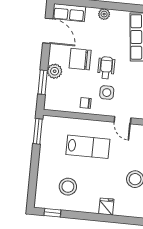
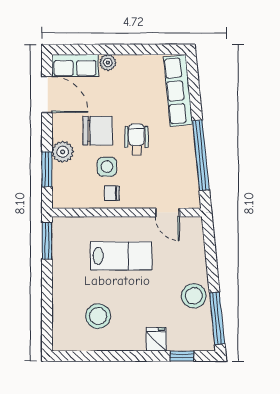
plant: (104, 14) -> (108, 63), moved
chair: (80, 59) -> (98, 131), turned 180
side table: (107, 93) -> (107, 167), moved
window: (52, 213) -> (182, 356), moved

